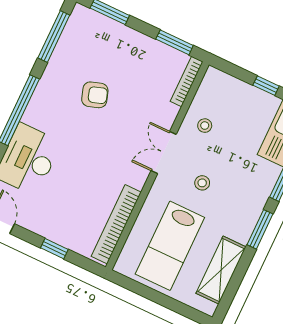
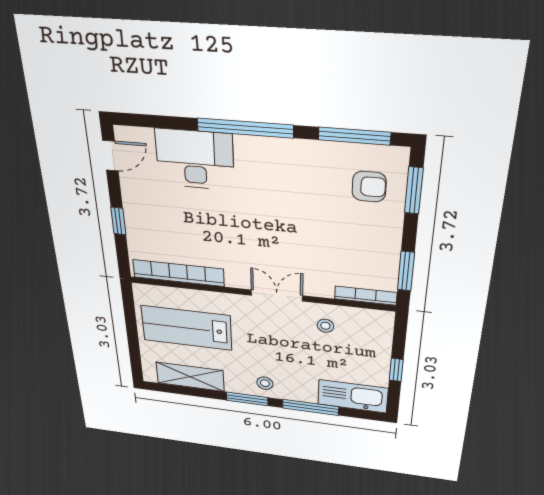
armchair: (95, 95) -> (369, 187), moved, turned -72
stool: (202, 183) -> (265, 383), moved

